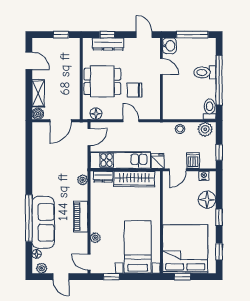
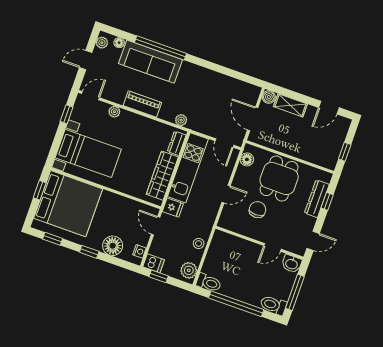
toilet: (205, 72) -> (273, 305), moved, turned -90
dishwasher: (193, 161) -> (154, 263), moved

